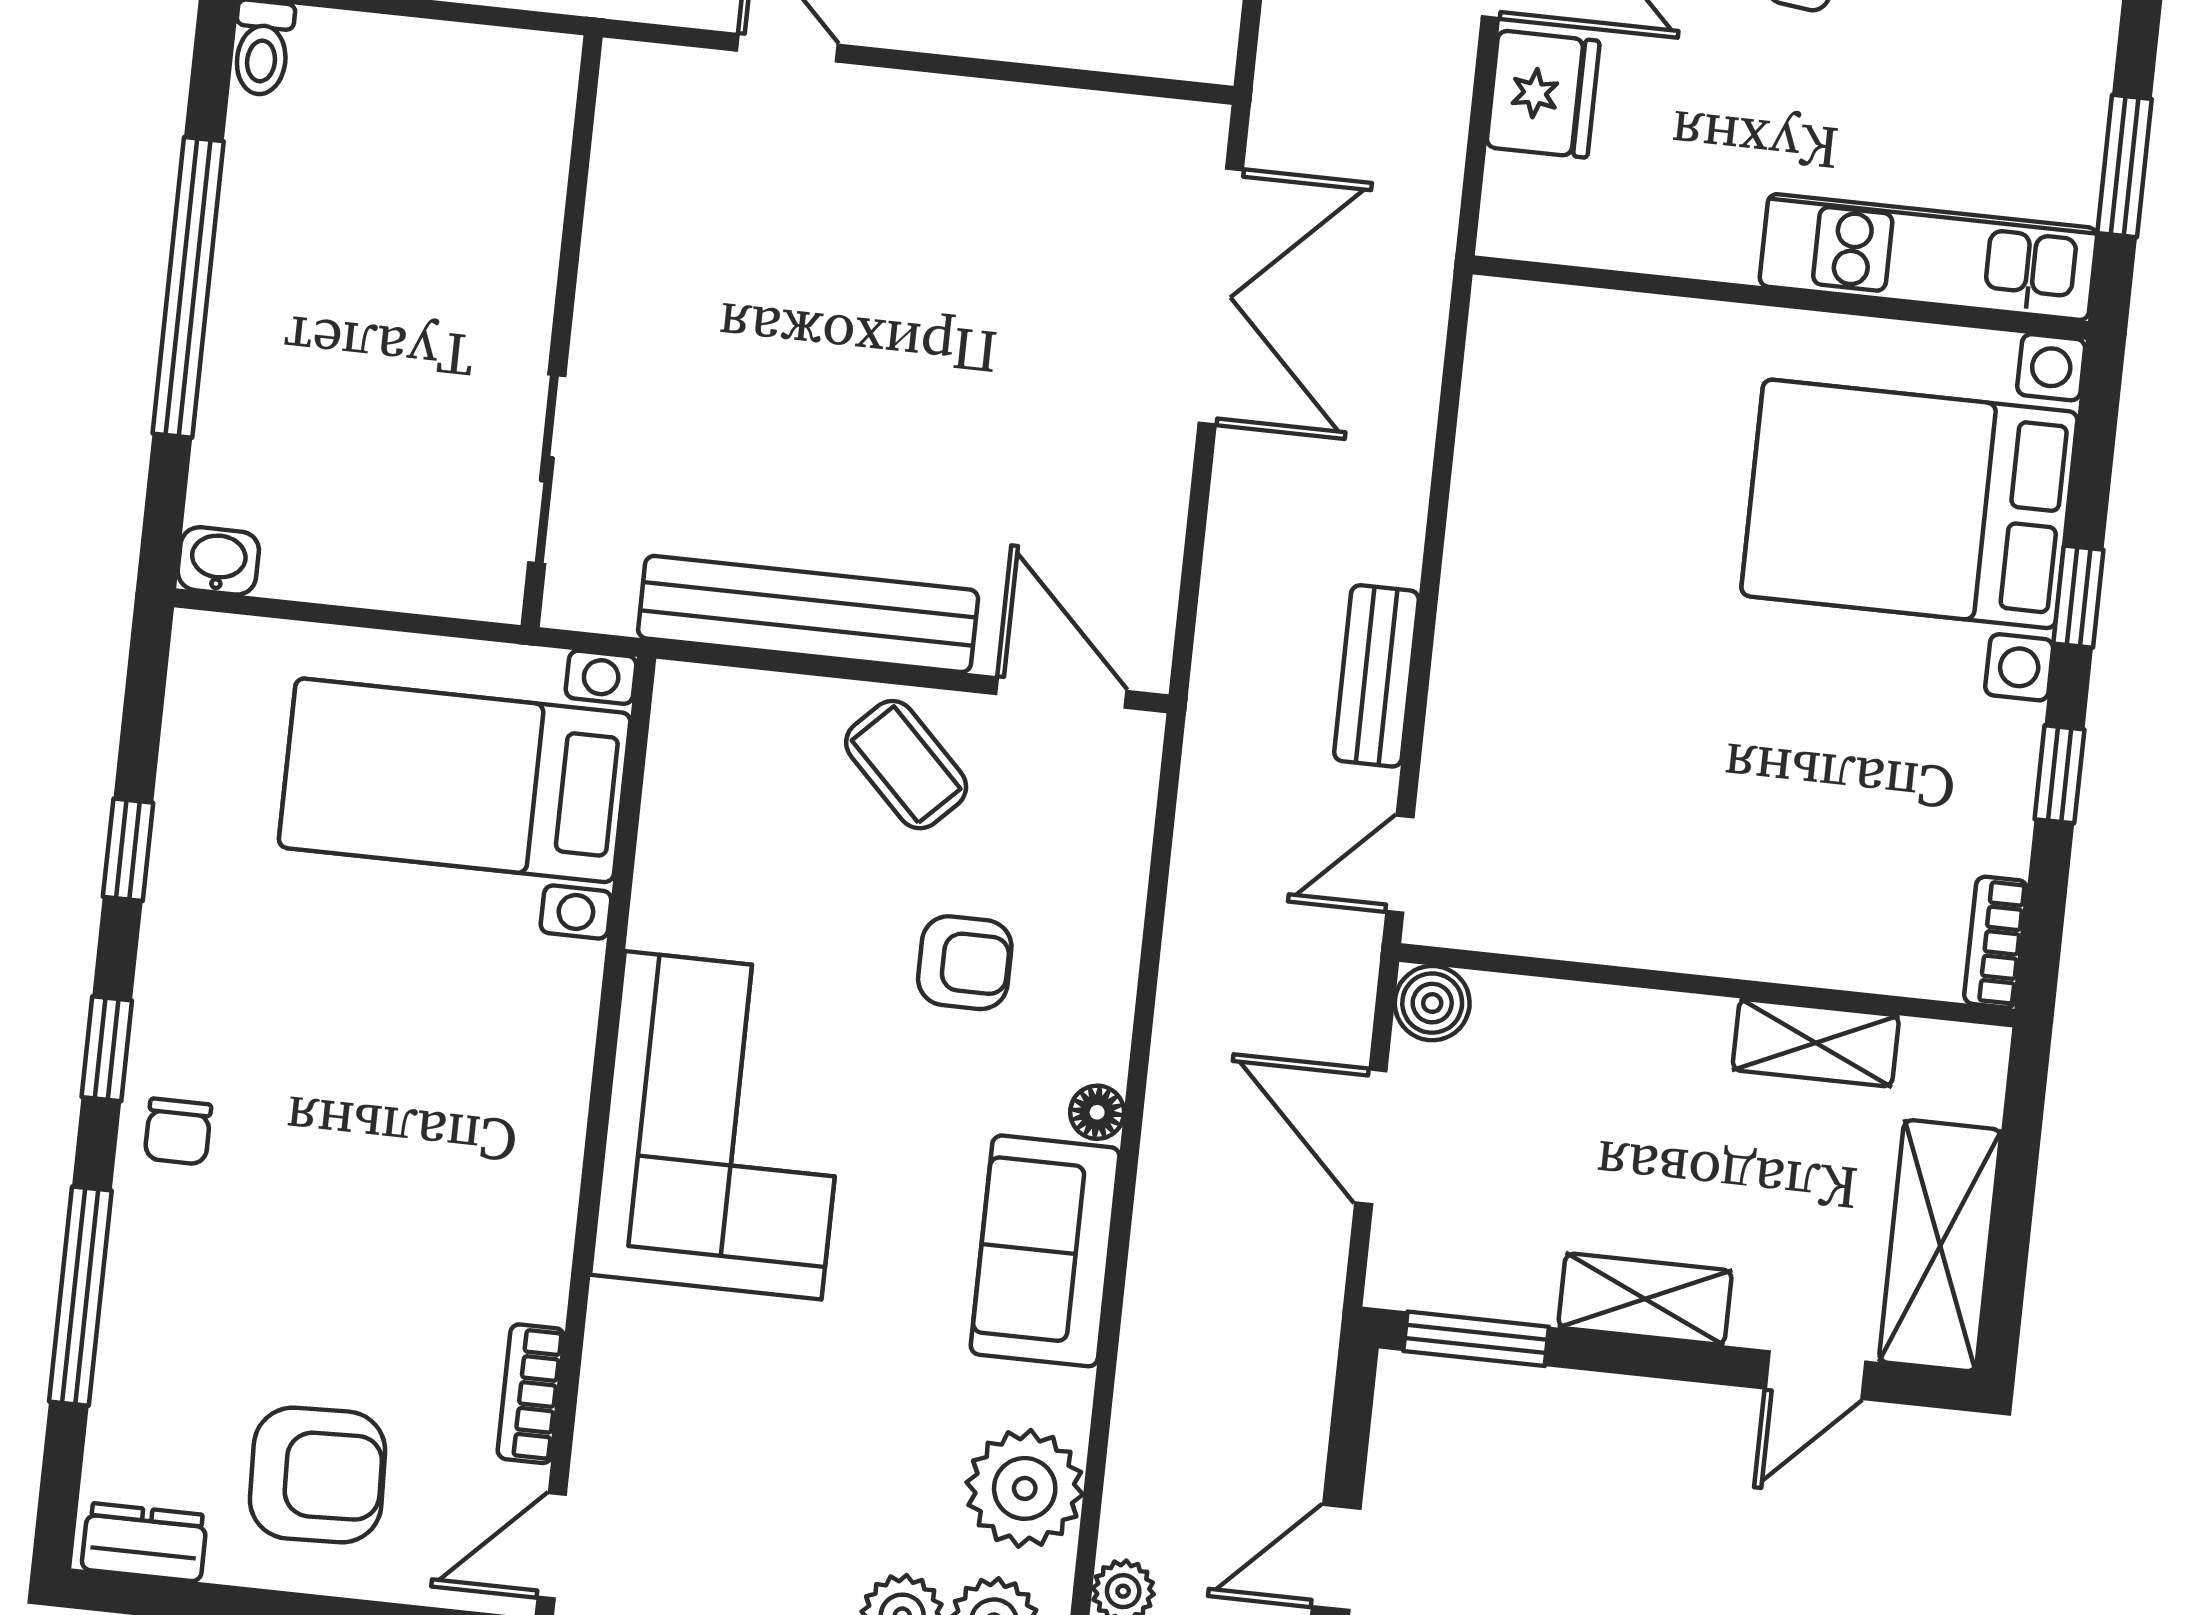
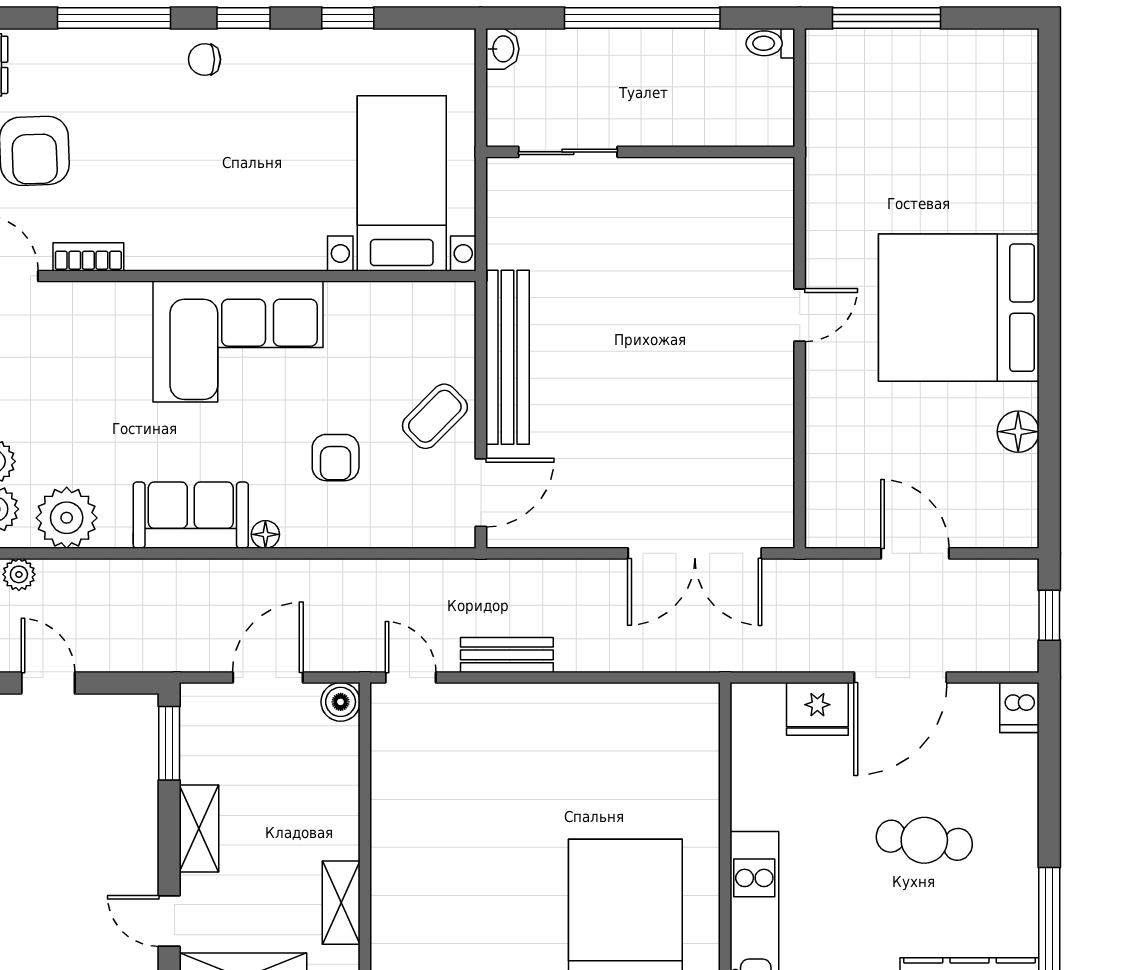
wall: (562, 331) -> (640, 152), moved
sliding door: (547, 469) -> (568, 152), moved

